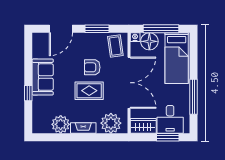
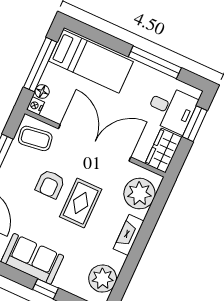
floor lamp: (149, 41) -> (42, 92), width x0.53, depth x0.53
plant: (61, 124) -> (103, 279), moved

